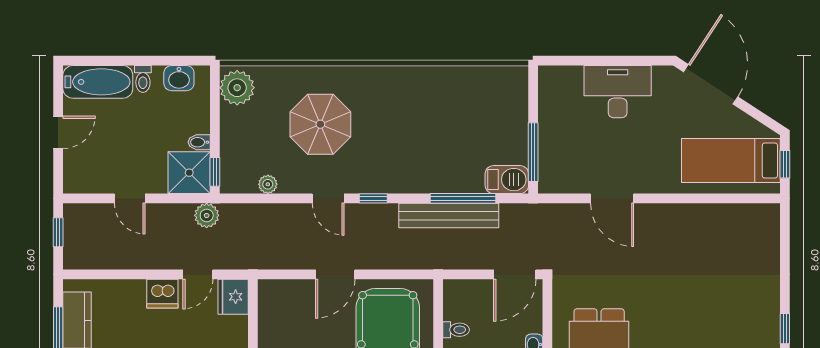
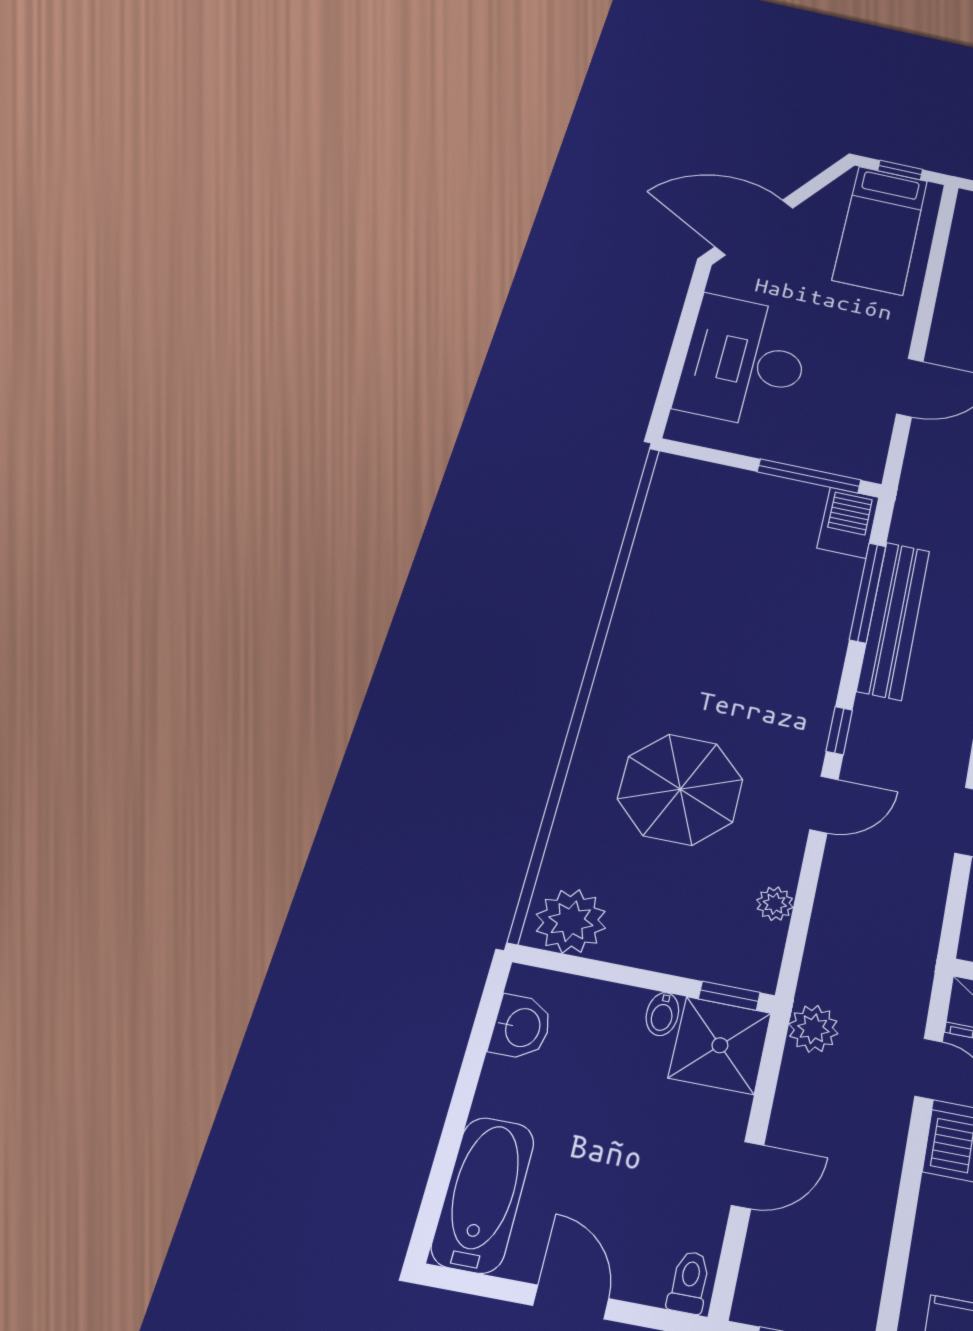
toilet: (143, 79) -> (689, 1282), moved, turned -90
desk: (618, 92) -> (744, 361), width x1.36, depth x1.30

